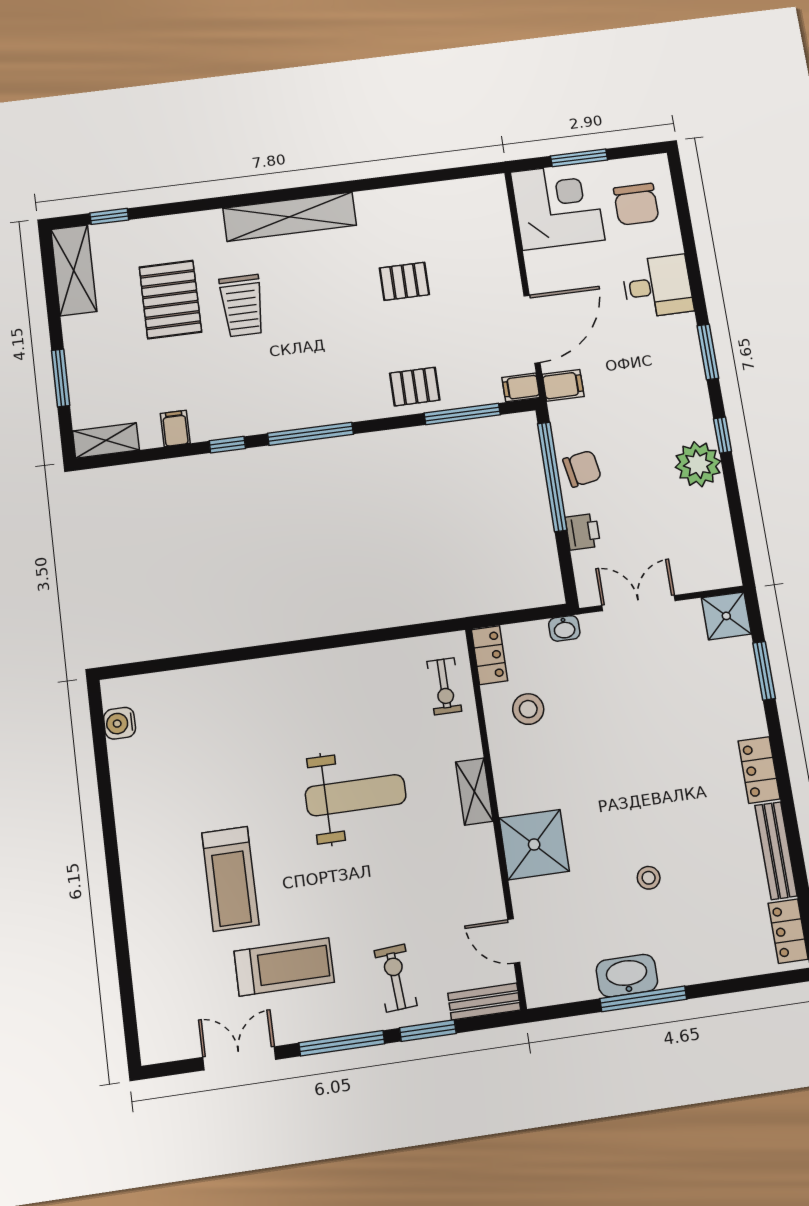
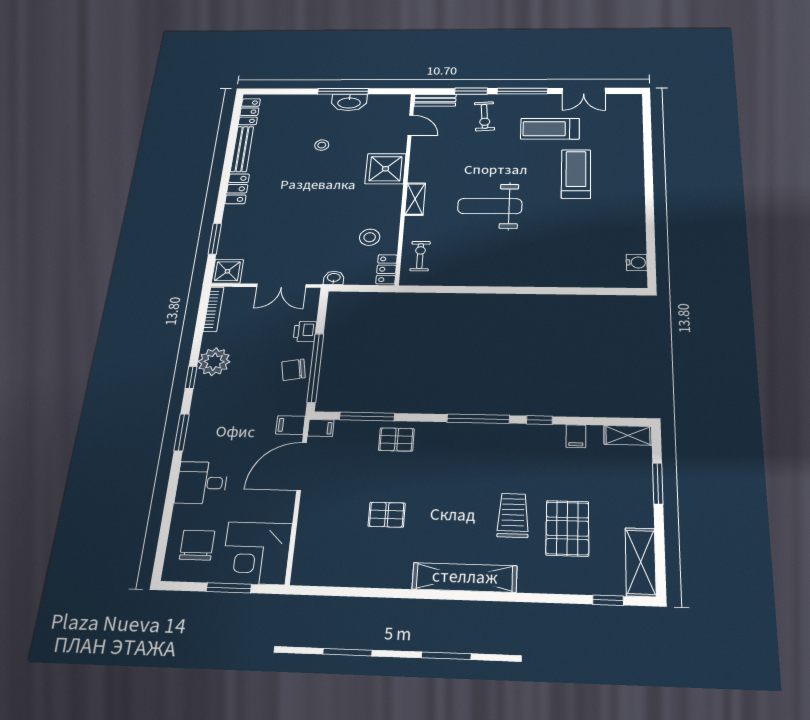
bookcase: (726, 548) -> (214, 309), added

